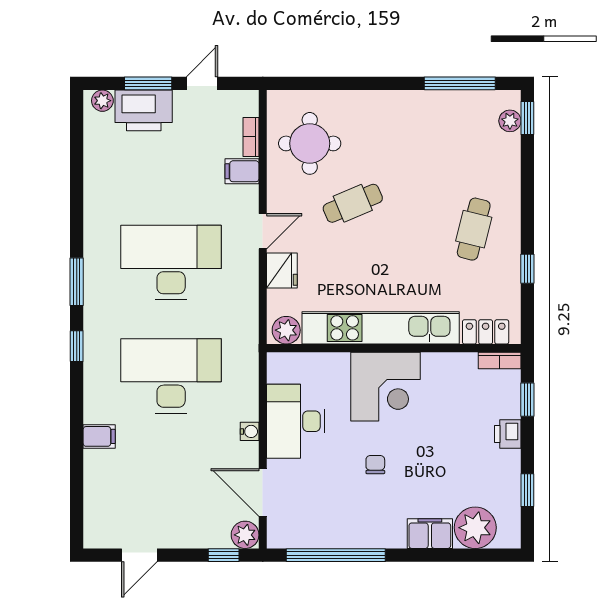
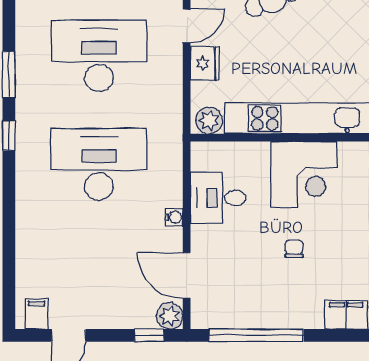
desk: (296, 421) -> (218, 198), width x0.73
filing cabinet: (99, 436) -> (37, 314), moved, turned -90

